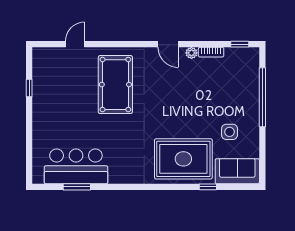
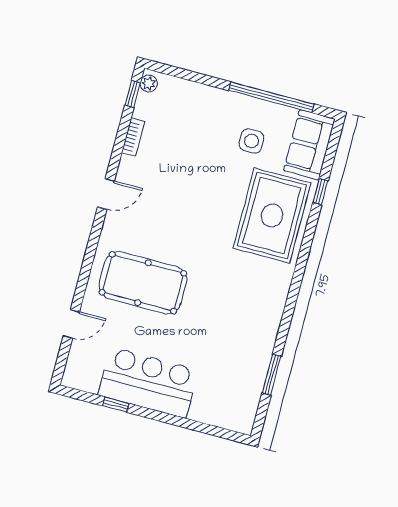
door: (75, 44) -> (71, 324), swing flipped
plant: (191, 53) -> (149, 83), moved
window: (262, 97) -> (271, 97), moved
bar counter: (76, 166) -> (148, 382), moved, turned 90

